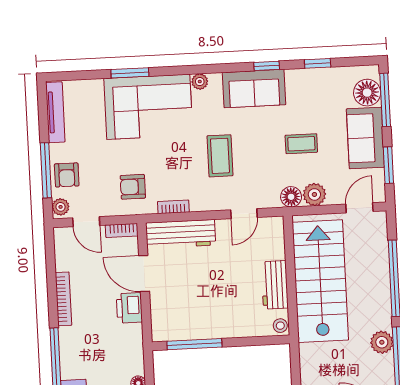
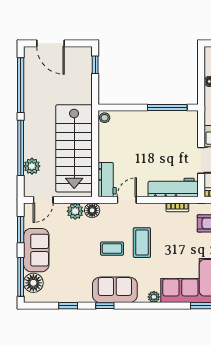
coffee table: (301, 144) -> (112, 249), moved
workbench: (275, 285) -> (107, 180), moved
plant: (382, 342) -> (32, 166), moved

